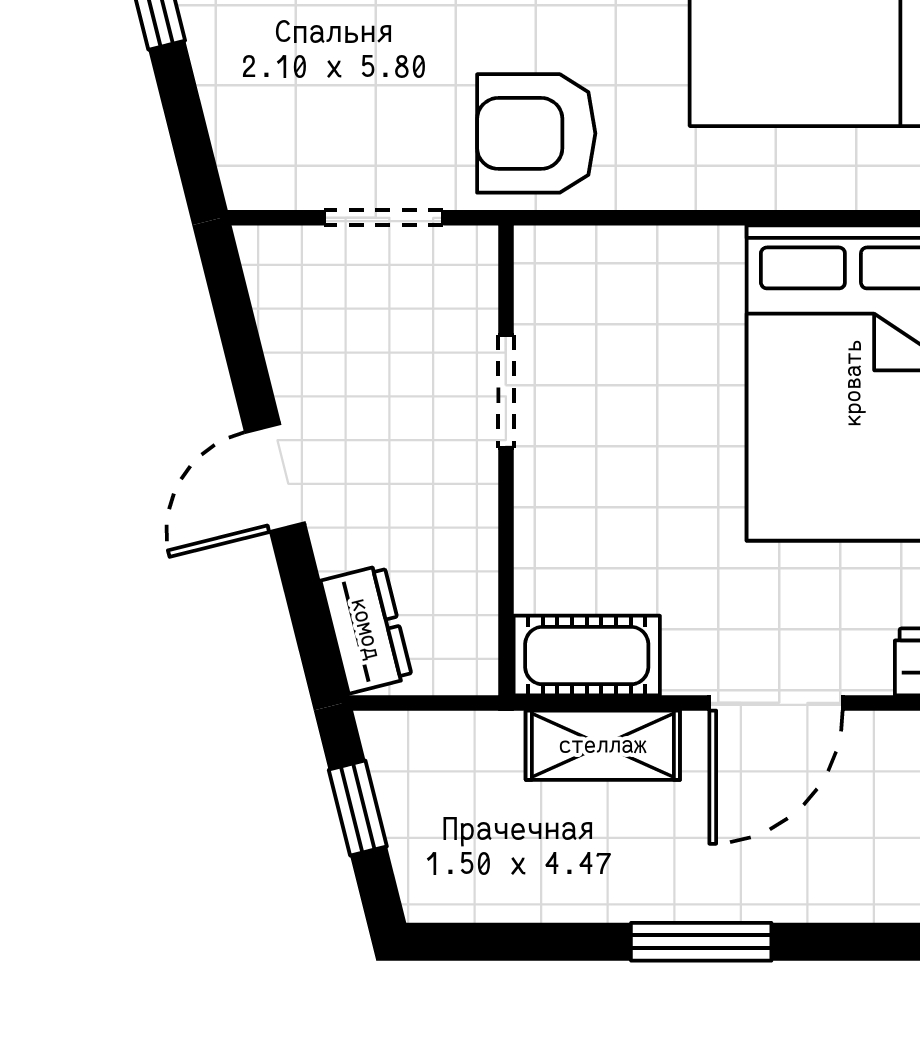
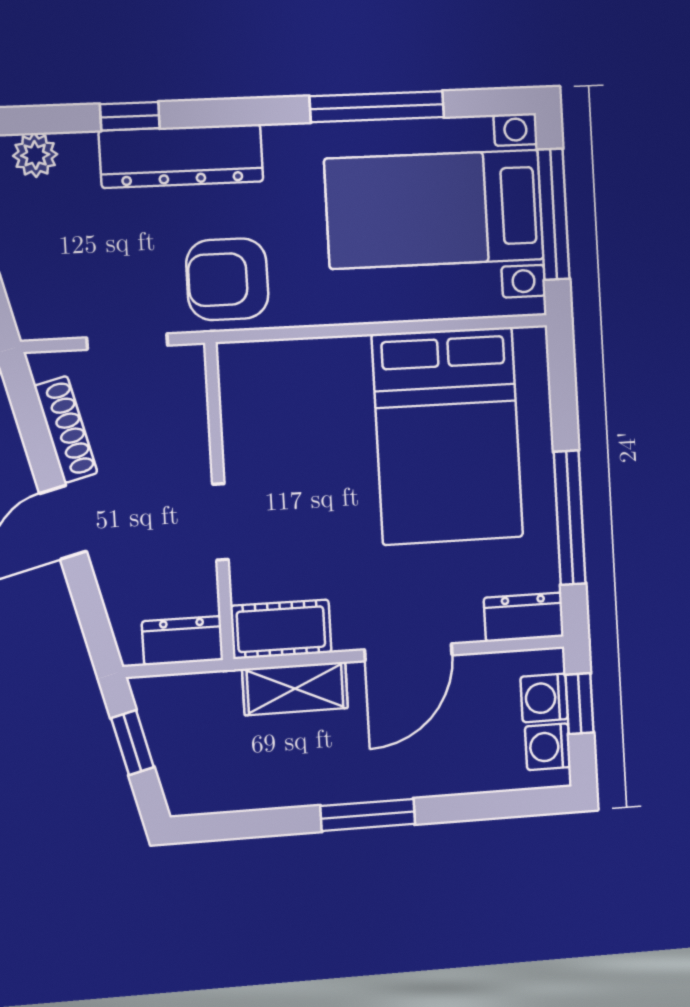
shoe rack: (287, 342) -> (66, 429), added
doorway: (506, 391) -> (220, 522), moved
dresser: (366, 629) -> (182, 641), moved, turned -76

